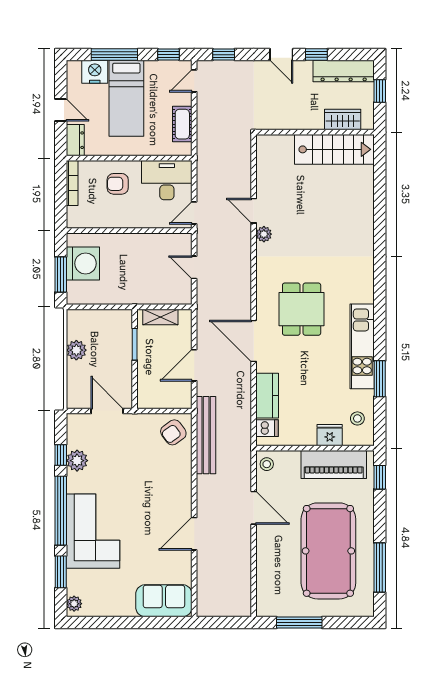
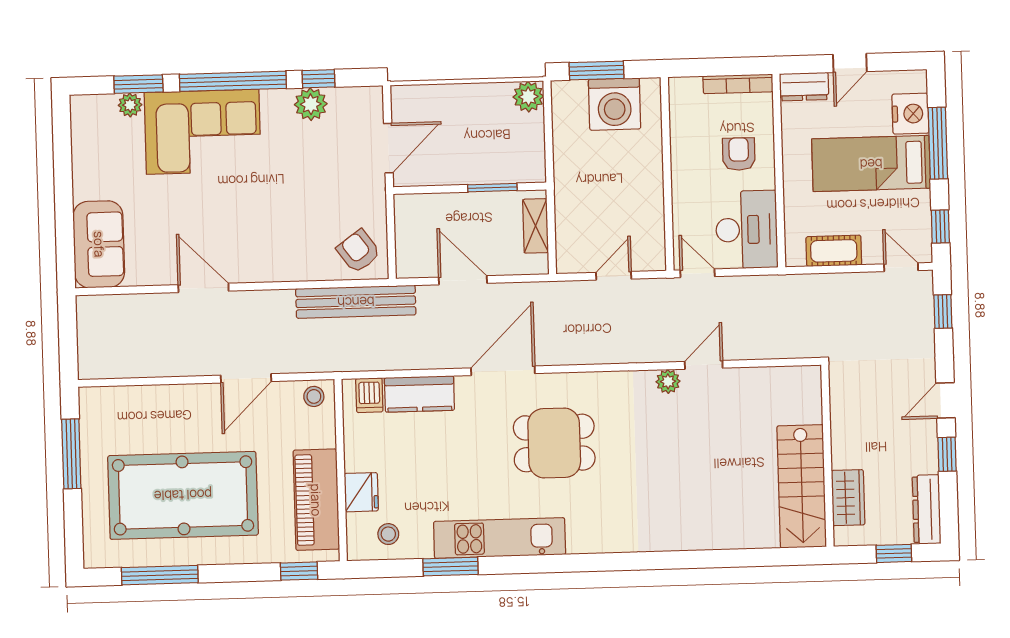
dresser: (344, 71) -> (927, 509), width x0.73, depth x0.80
plant: (76, 350) -> (528, 97), moved
plant: (74, 604) -> (130, 105), moved

